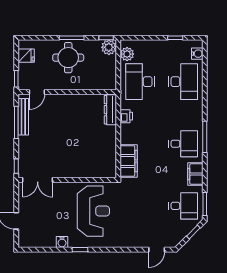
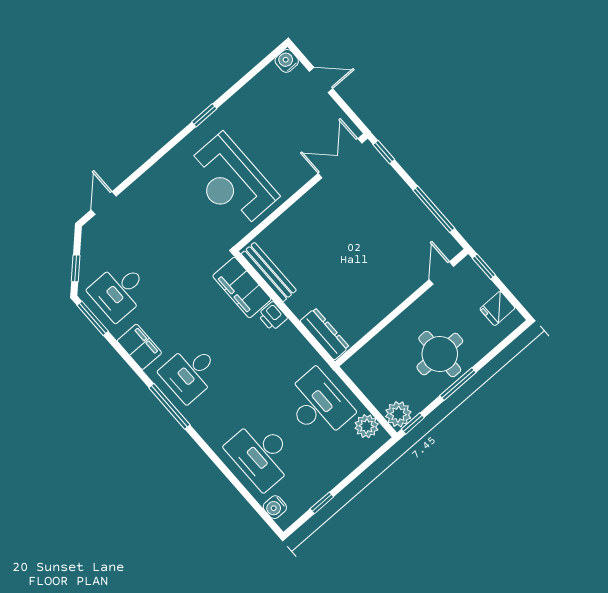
printer: (126, 116) -> (273, 316), moved
bench: (23, 117) -> (269, 272), moved
water cooler: (62, 242) -> (287, 61), moved

